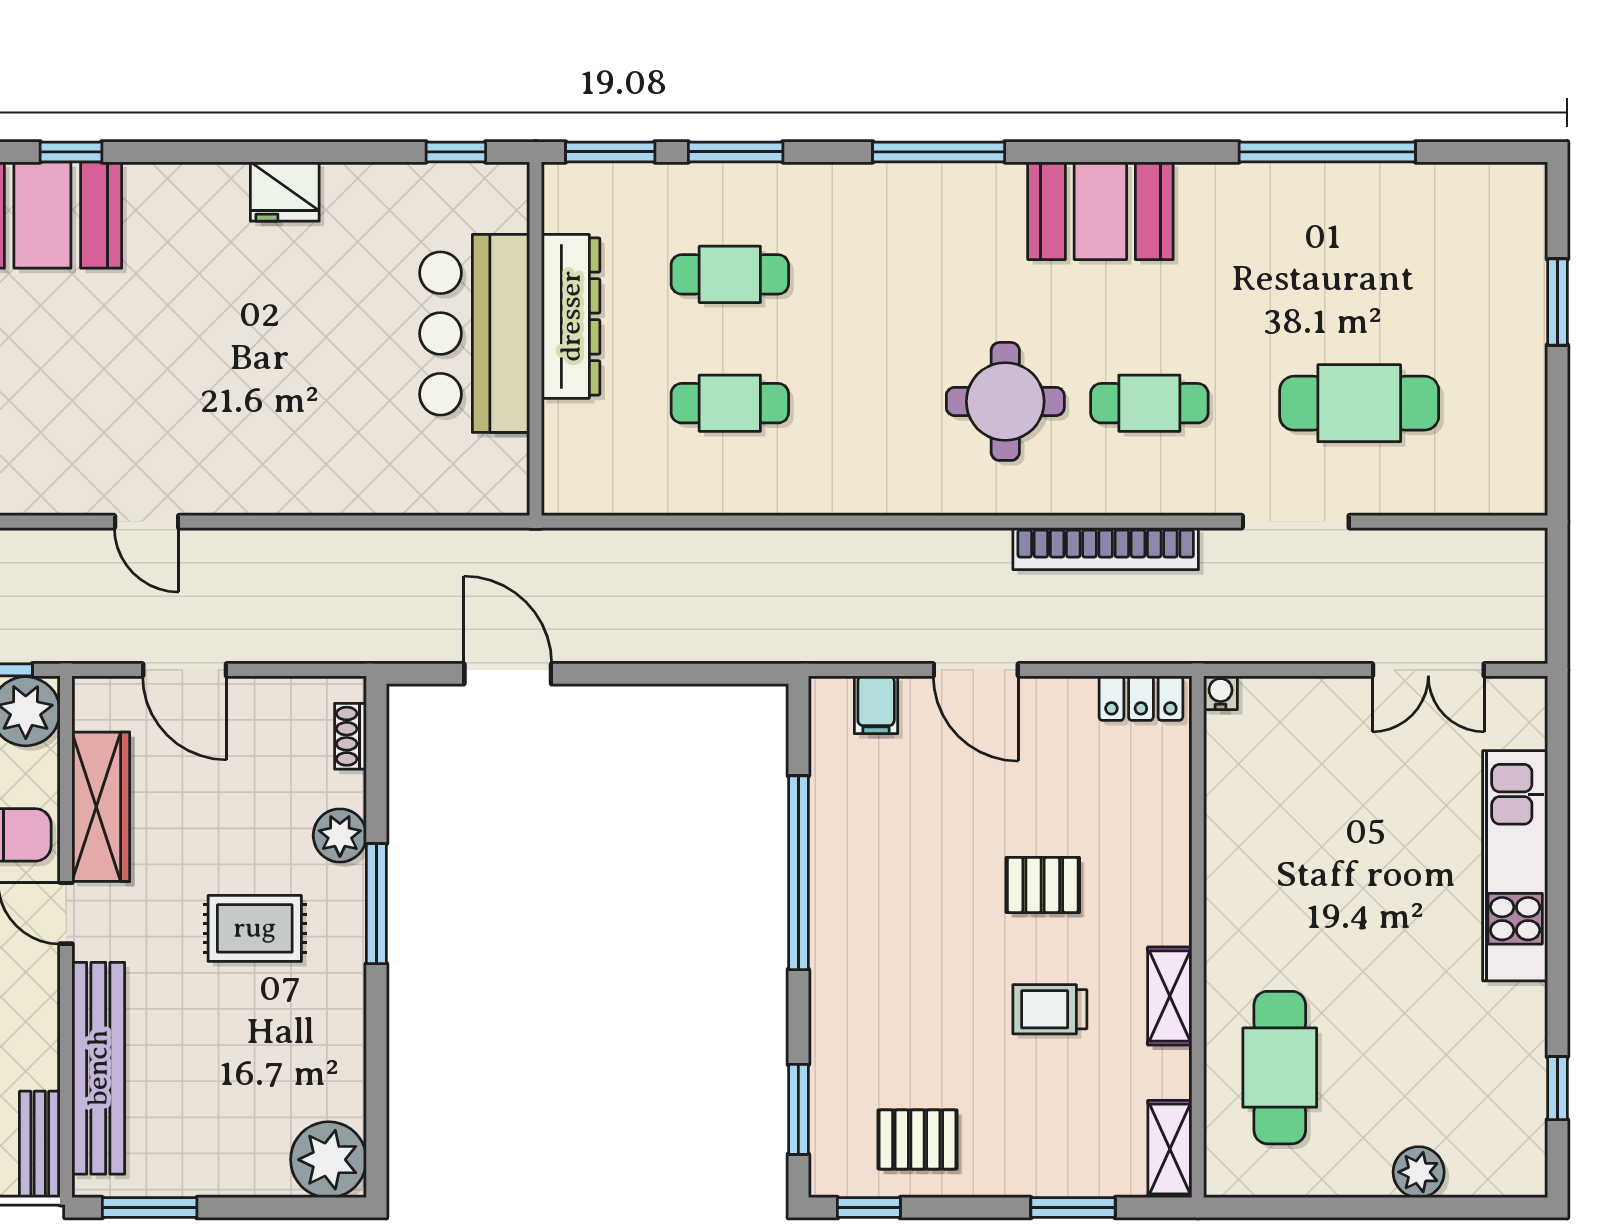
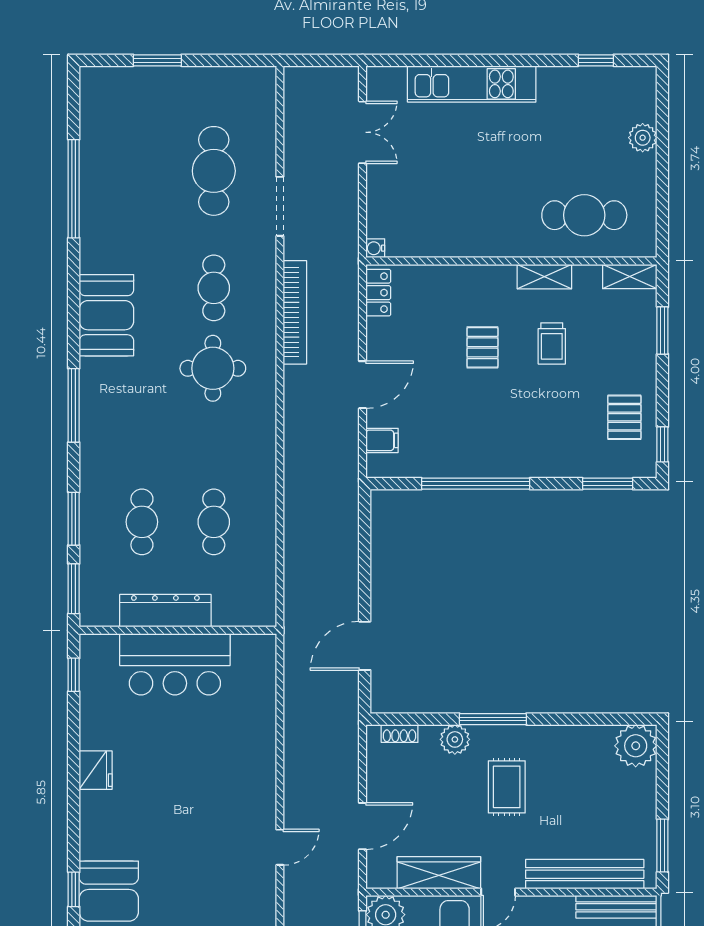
bench: (40, 1144) -> (616, 907), width x1.36

